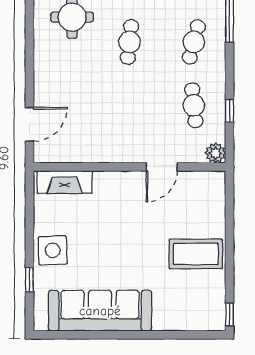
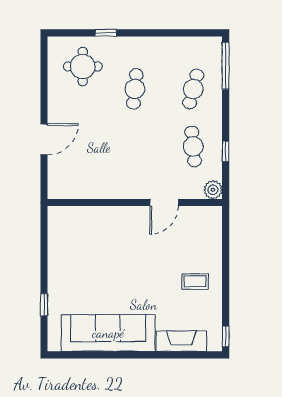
door: (30, 124) -> (44, 139), moved
fireplace: (65, 182) -> (181, 341), moved, turned 180
side table: (53, 250) -> (65, 278), removed
coffee table: (196, 254) -> (195, 281), width x0.54, depth x0.58

